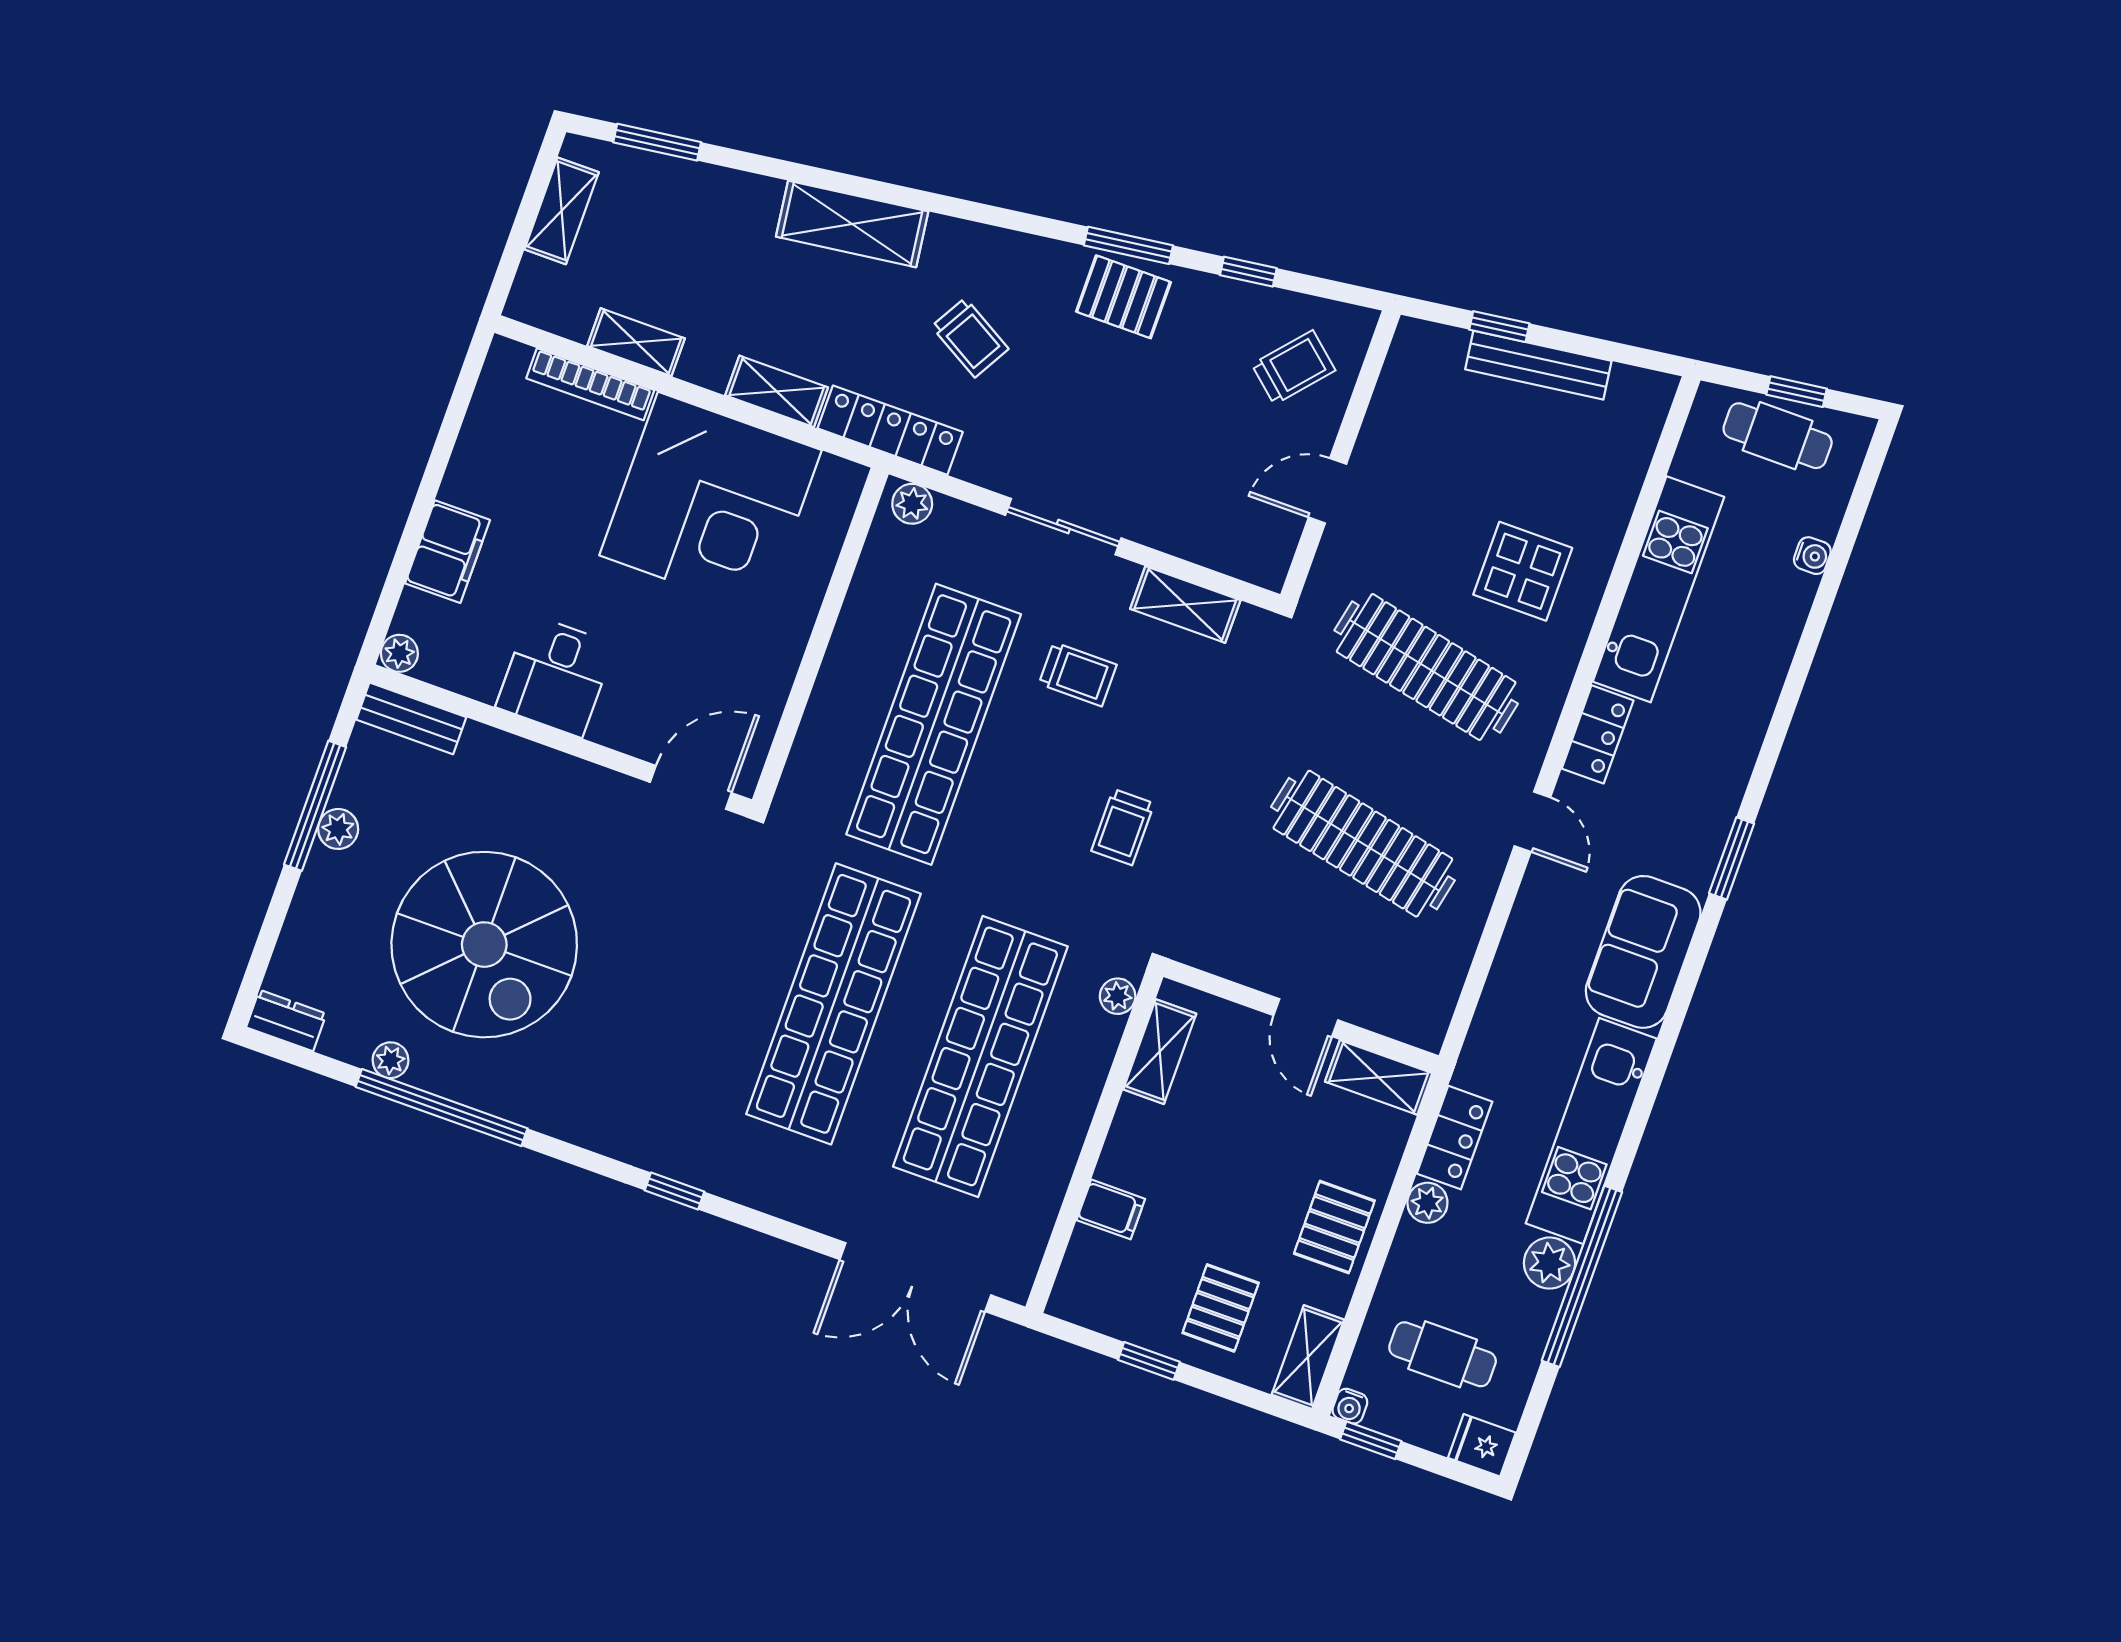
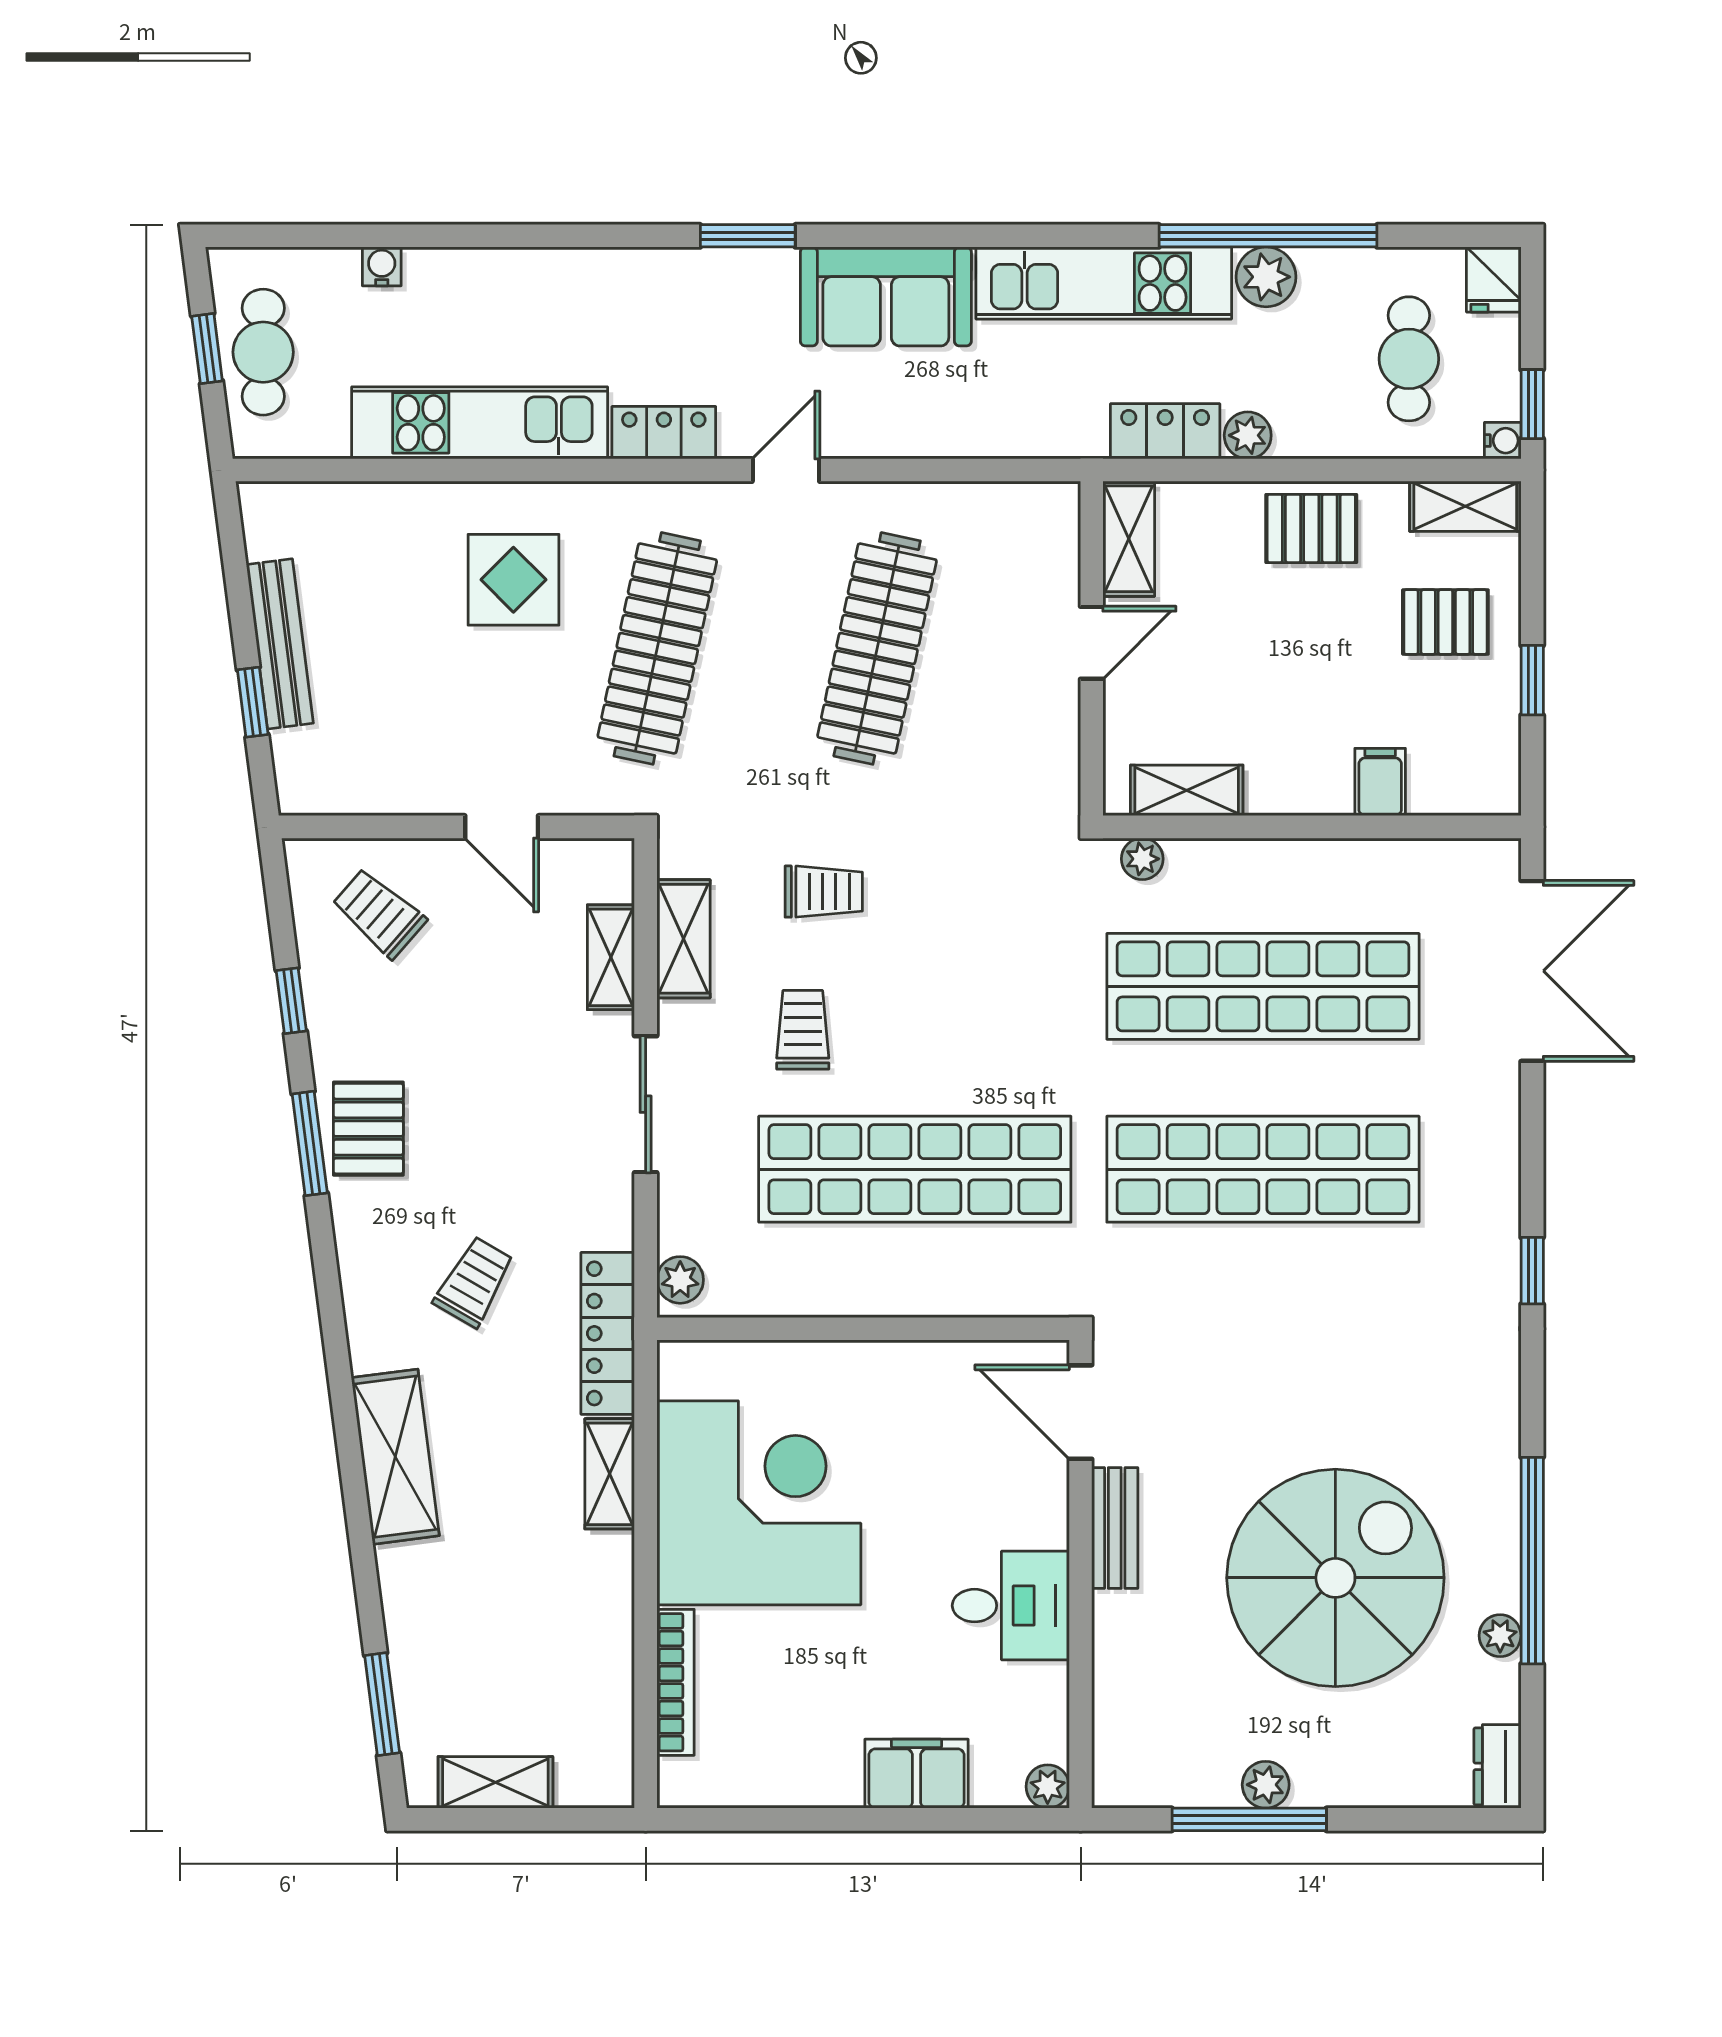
shelving: (636, 342) -> (611, 957), moved
bench: (411, 718) -> (1115, 1528), moved
trolley: (1123, 827) -> (824, 892), moved

